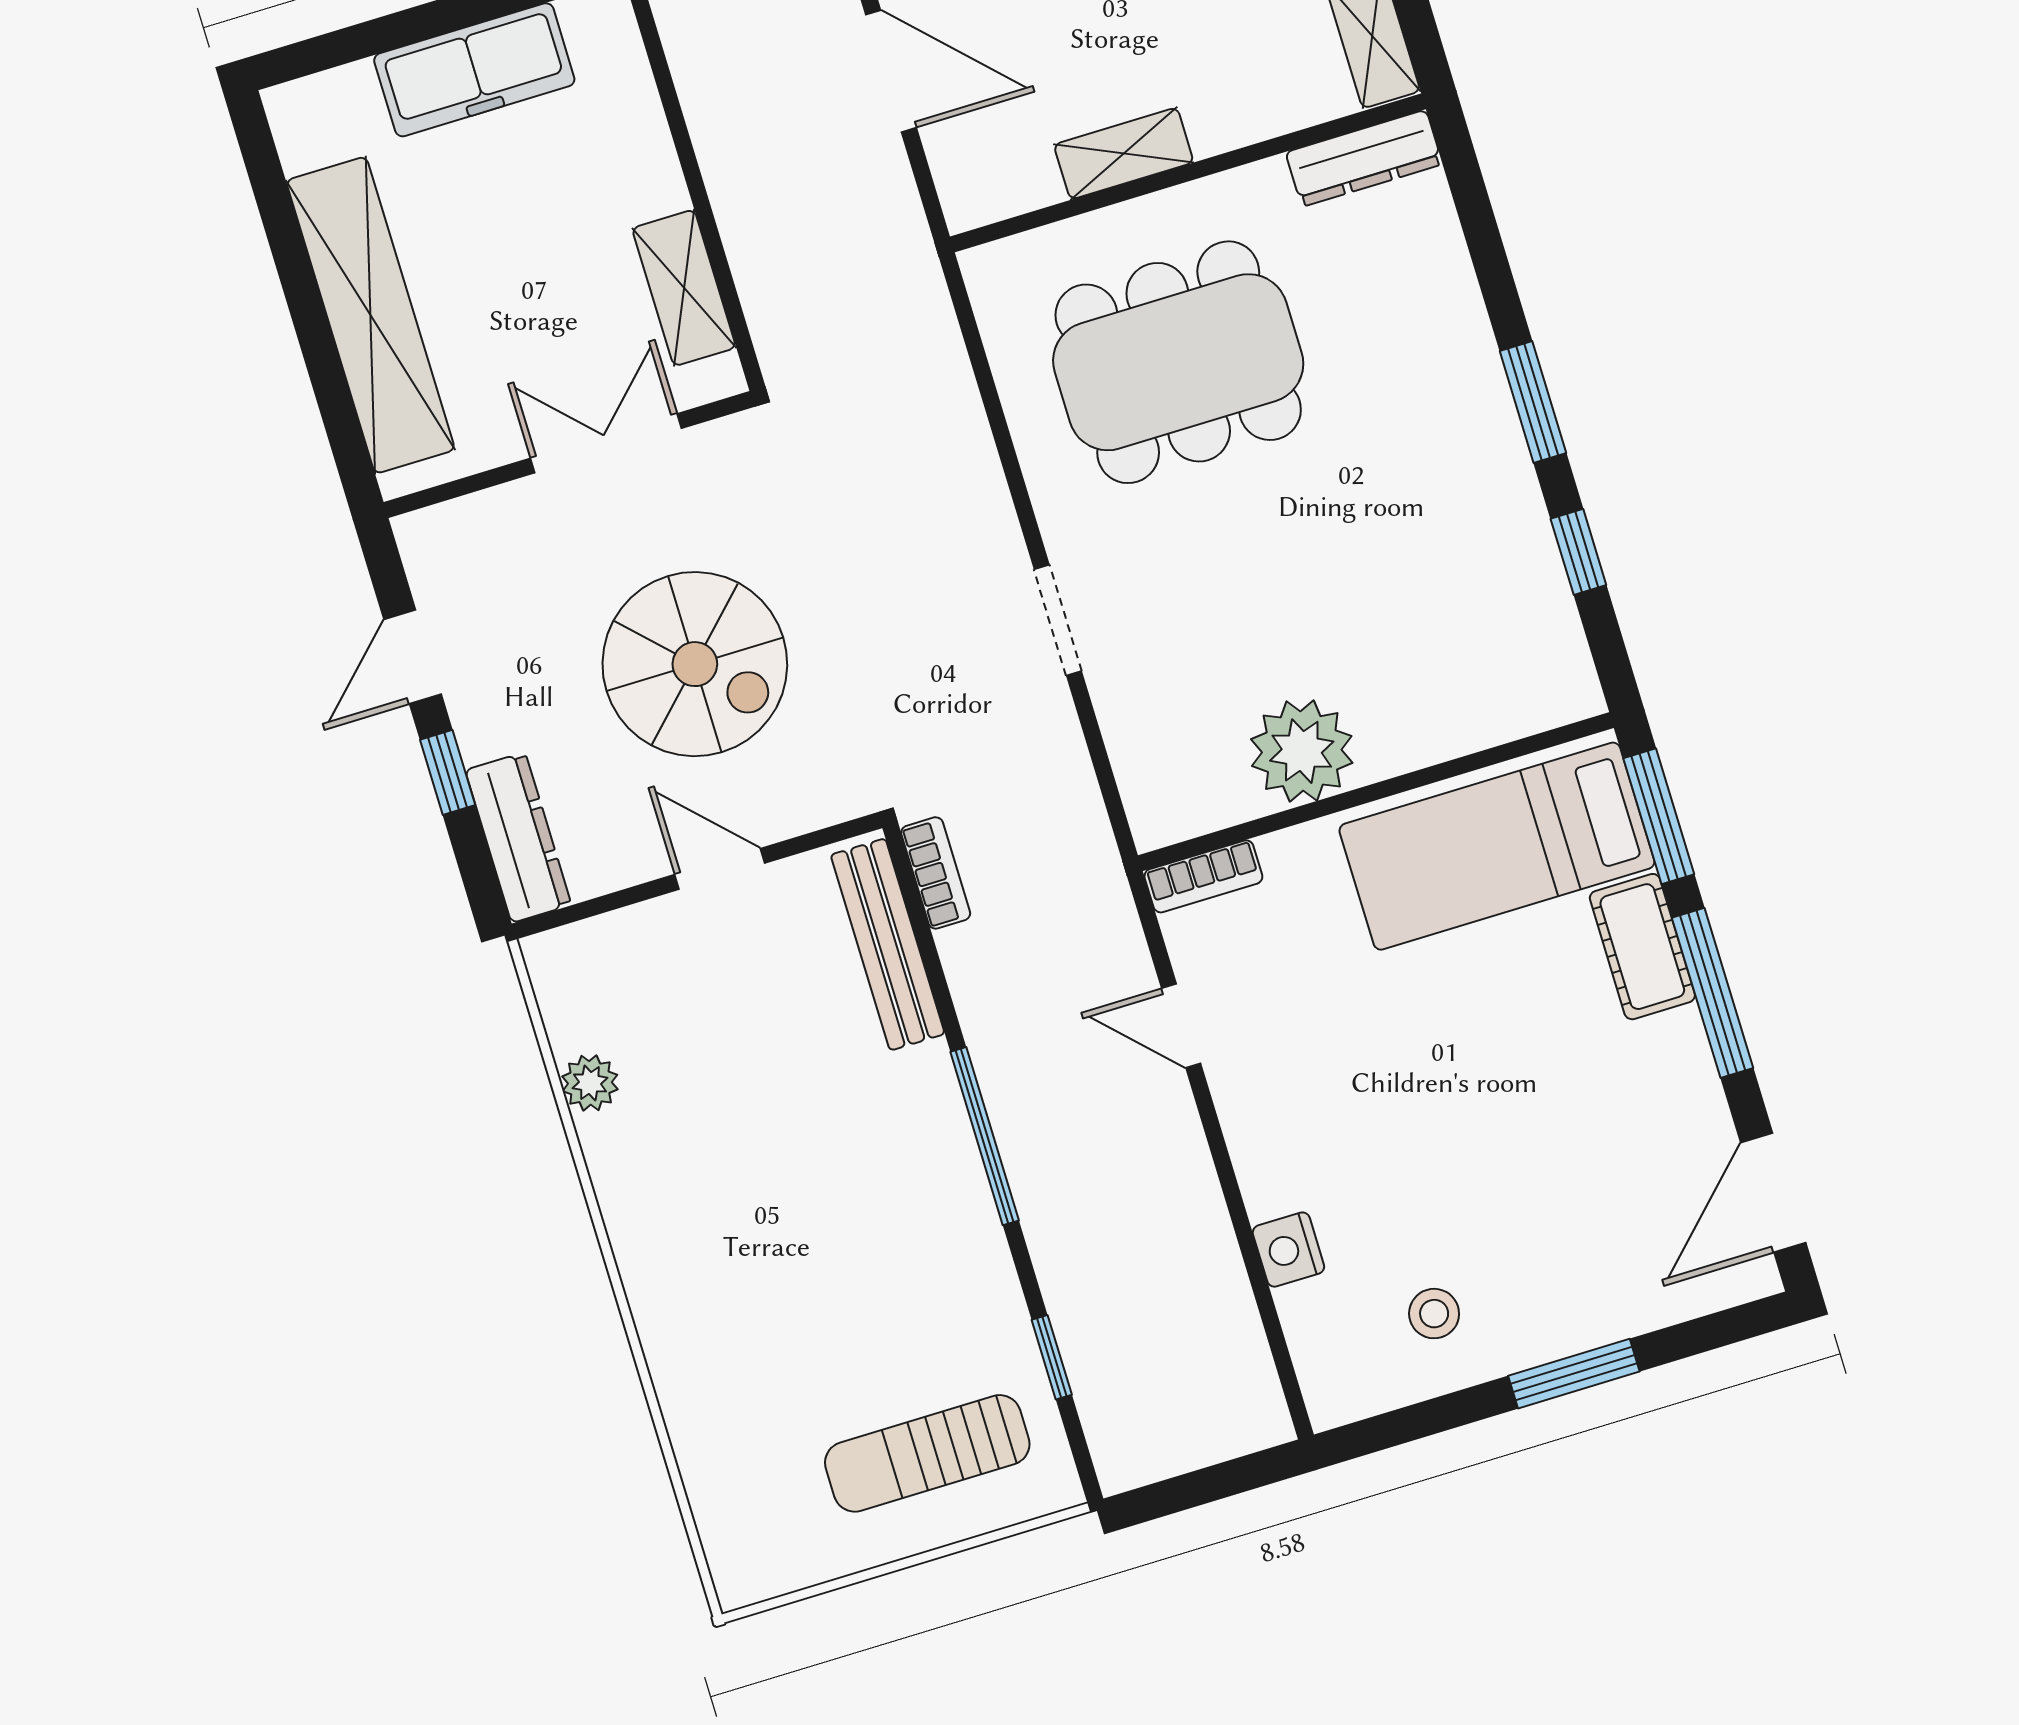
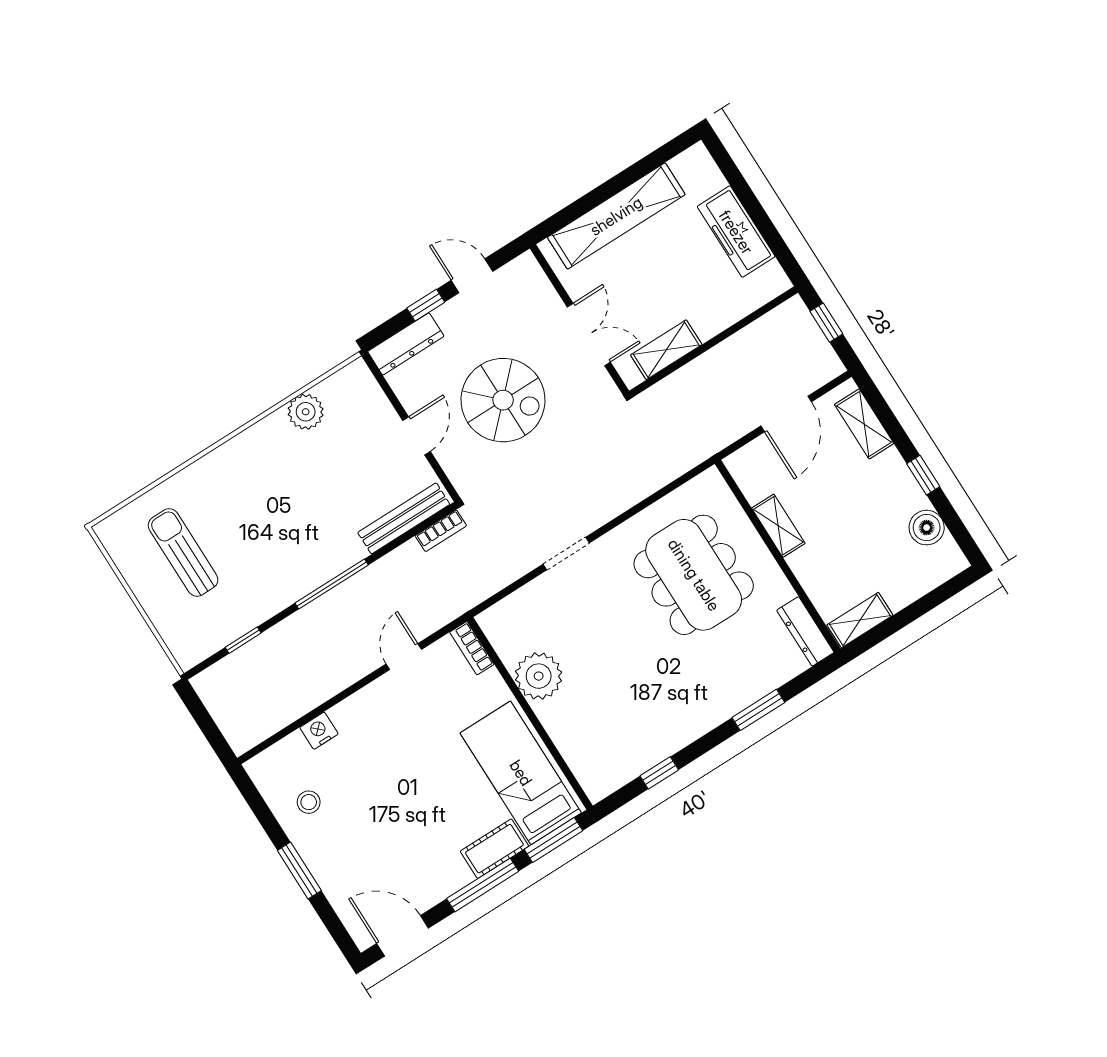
window: (1533, 402) -> (758, 710), moved
spiral stairs: (695, 664) -> (503, 400), turned -90
plant: (590, 1083) -> (306, 412), width x1.38, depth x1.38
sun lounger: (927, 1453) -> (183, 552), moved

